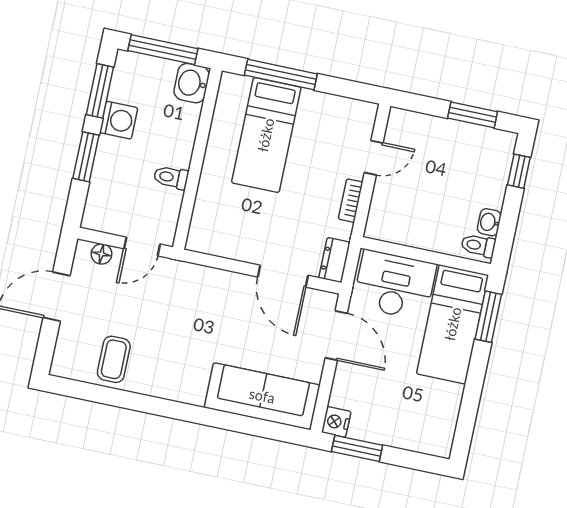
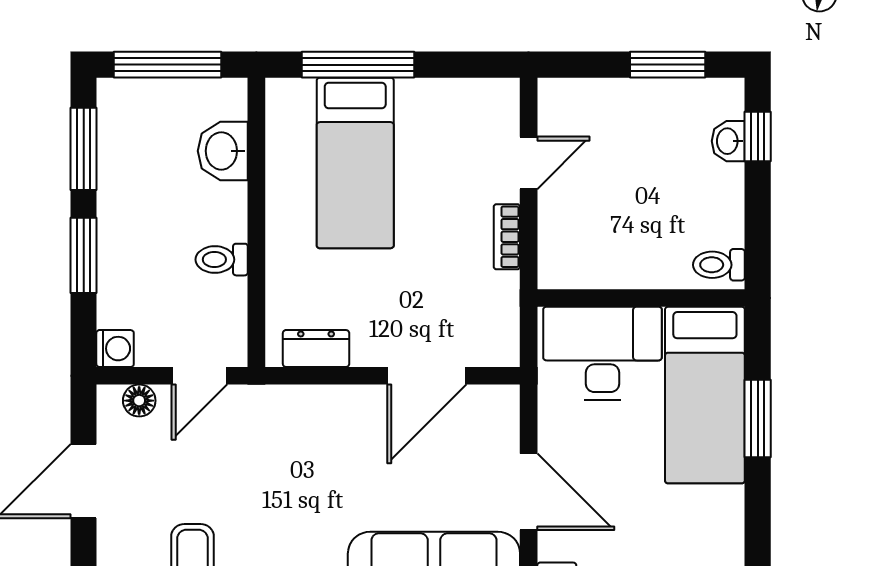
washbasin: (192, 83) -> (223, 151), moved
washing machine: (119, 120) -> (115, 349), moved, width x0.73, depth x0.73
washbasin: (489, 222) -> (728, 141), moved
dresser: (334, 260) -> (316, 349), moved, turned 90
door: (283, 276) -> (427, 376), hinge flipped
window: (488, 317) -> (758, 418), moved
door: (336, 336) -> (529, 492), moved

